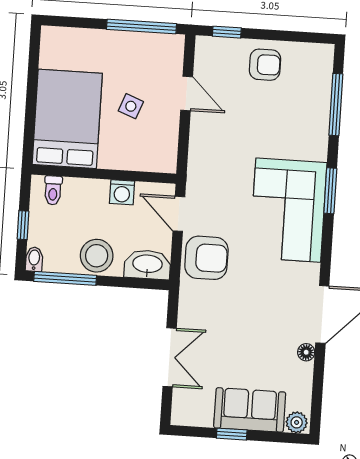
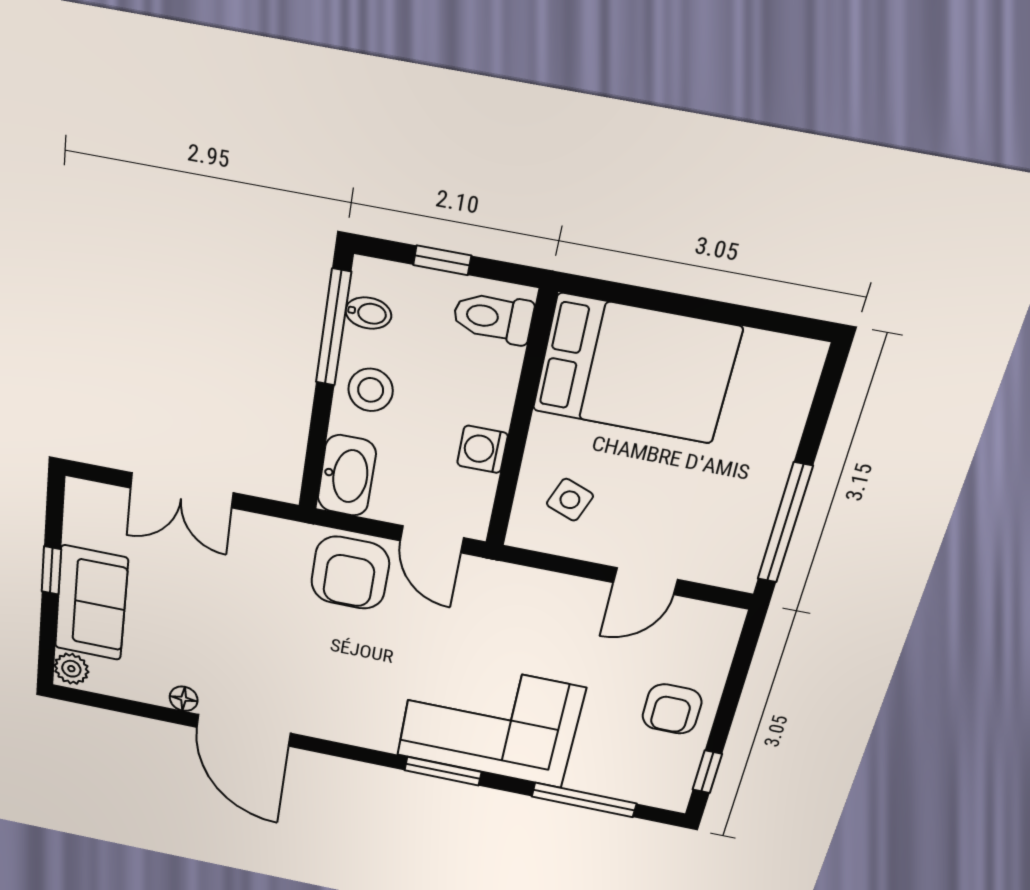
window: (227, 32) -> (707, 772), moved
side table: (131, 106) -> (570, 500), moved
toilet: (53, 190) -> (493, 318), width x1.37, depth x1.39
corner sofa: (288, 210) -> (490, 722), moved
door: (179, 214) -> (432, 539), swing flipped
stool: (97, 256) -> (371, 390), width x0.73, depth x0.73
bidet: (34, 259) -> (368, 313), moved

